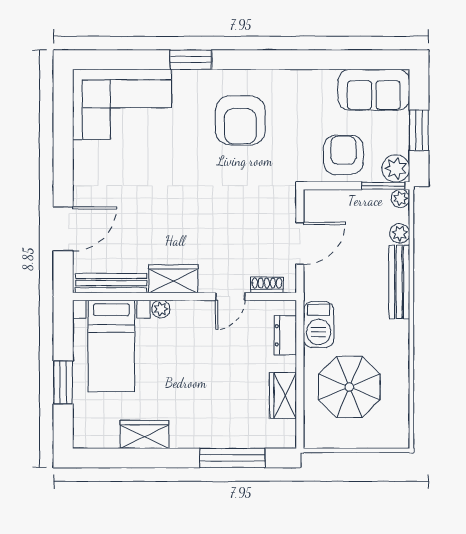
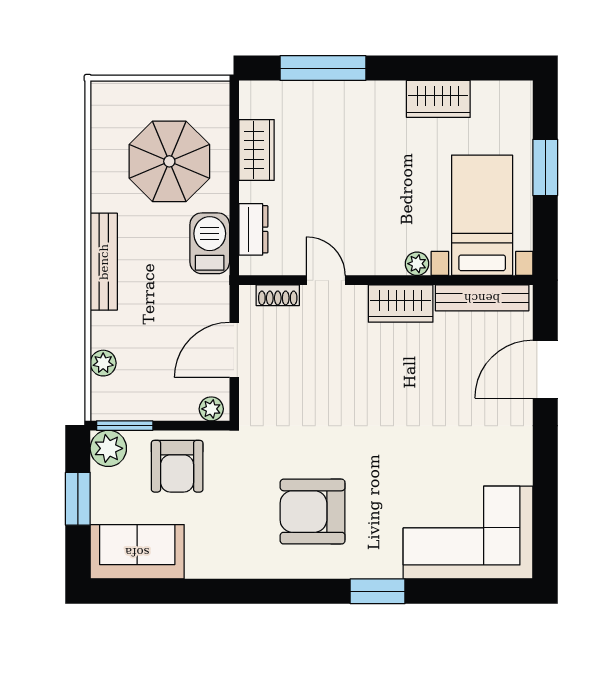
armchair: (240, 120) -> (313, 512), turned -90
plant: (400, 198) -> (211, 409), moved
bench: (399, 282) -> (104, 262), moved
door: (230, 297) -> (326, 280), hinge flipped

